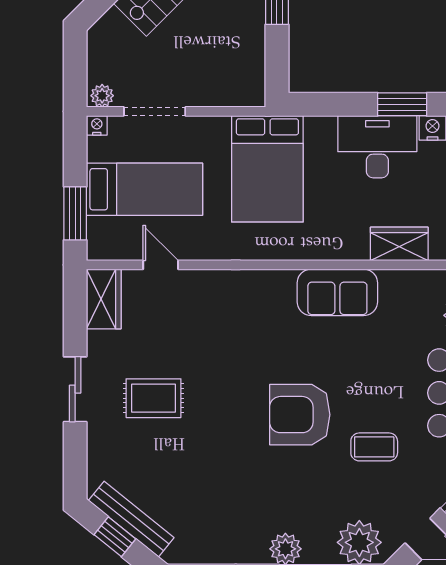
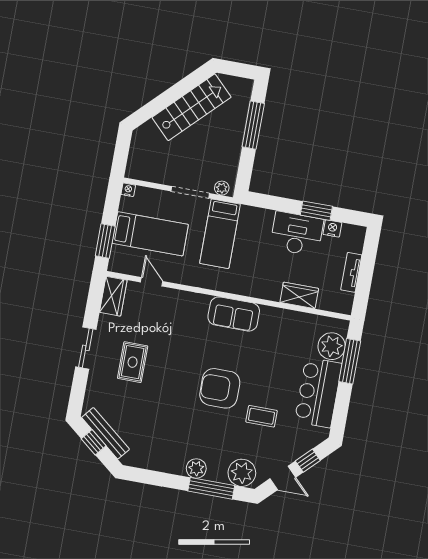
plant: (102, 96) -> (222, 188), moved
doorway: (155, 111) -> (190, 192), moved
bed: (267, 169) -> (220, 234), width x0.67
sofa: (337, 292) -> (234, 314), moved
rug: (154, 398) -> (133, 362), turned 90

